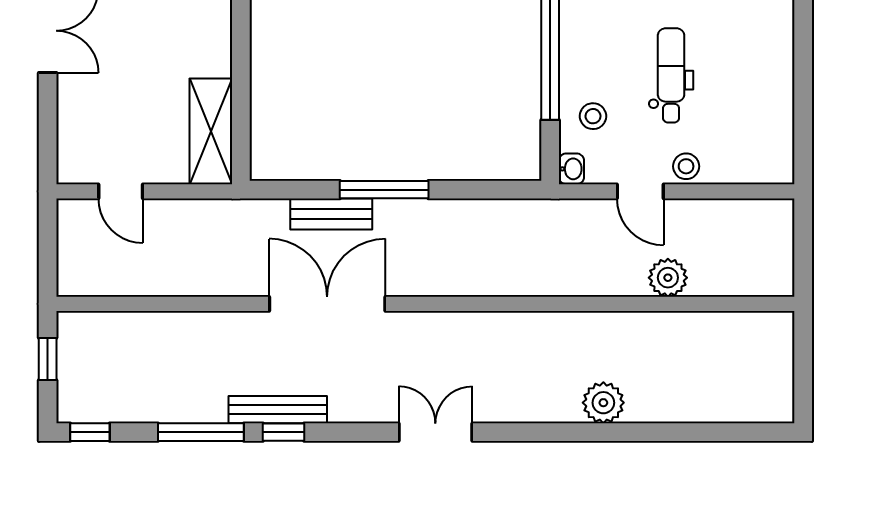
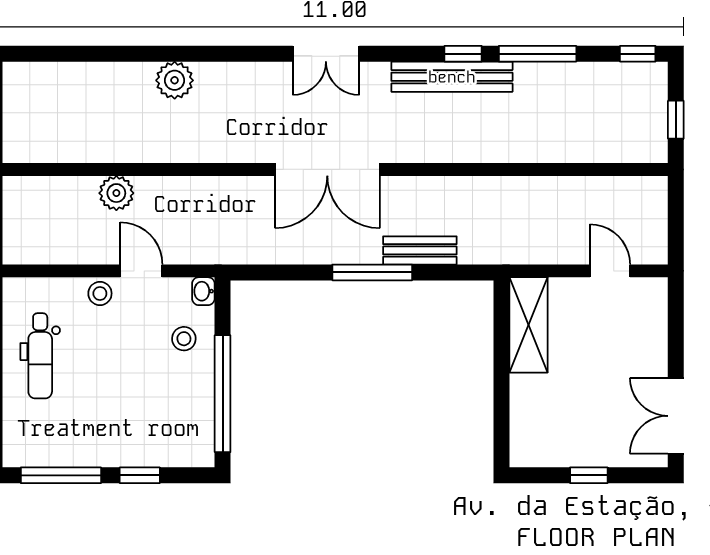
dental chair: (671, 75) -> (40, 356), moved
double door: (327, 304) -> (327, 169), moved
bench: (278, 410) -> (452, 77), width x1.37, depth x1.21

